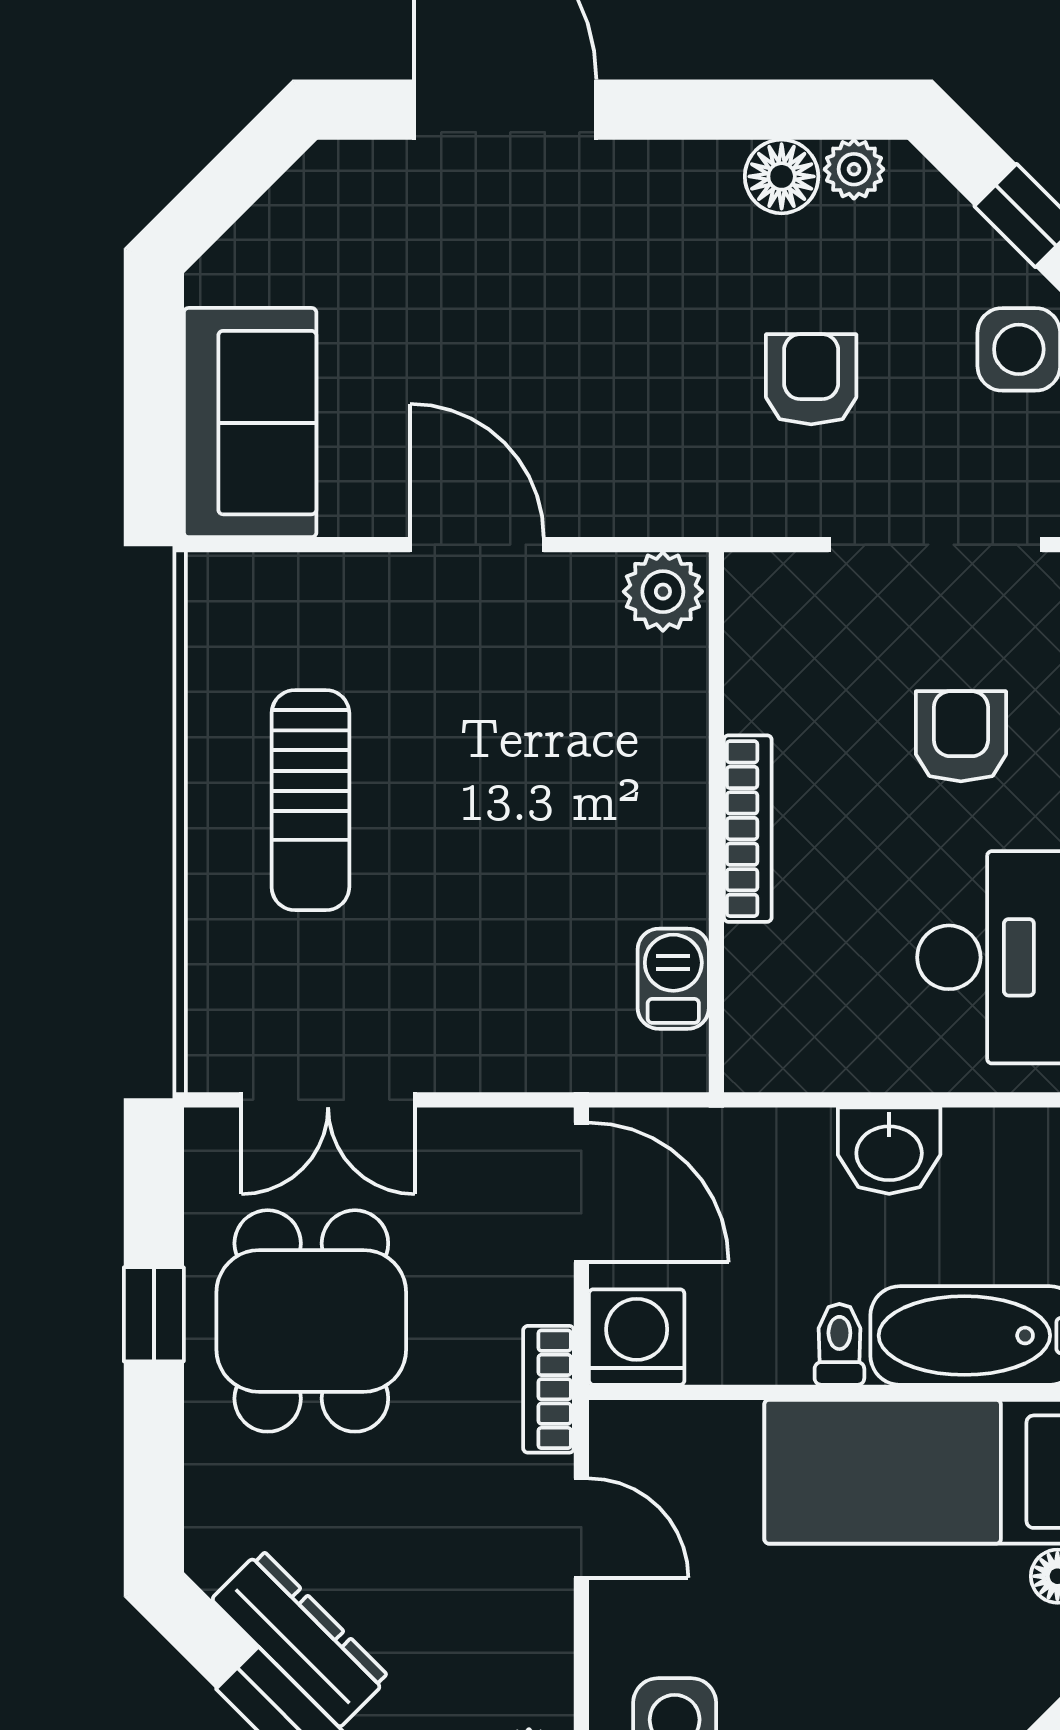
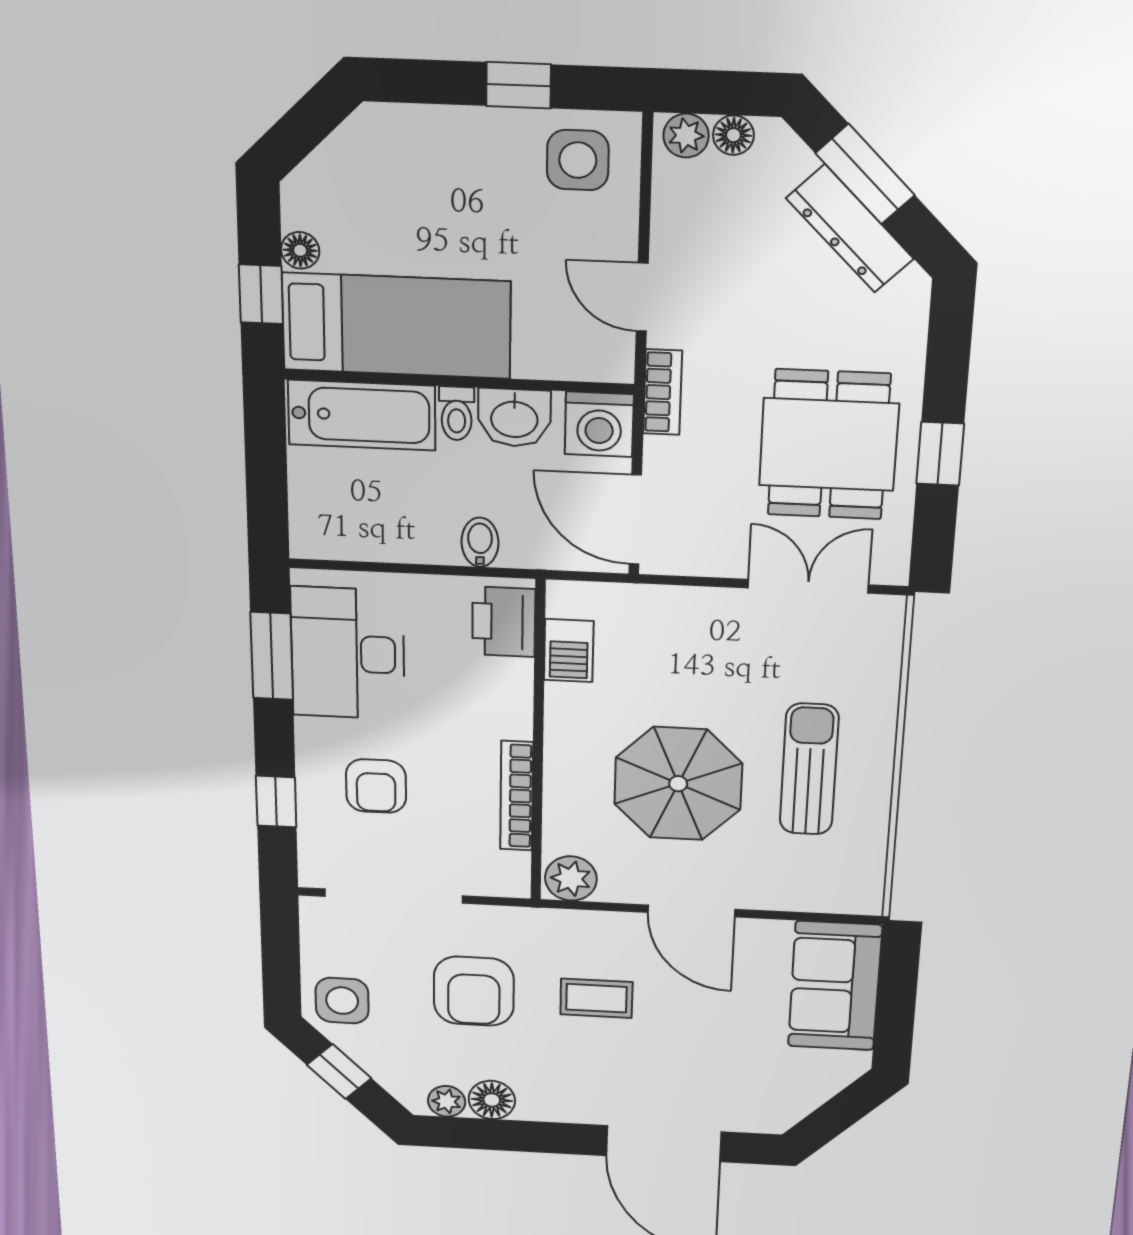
coffee table: (619, 378) -> (596, 998), added
armchair: (811, 379) -> (474, 991), width x1.38, depth x1.38
parasol: (505, 765) -> (678, 784), added
bookcase: (748, 829) -> (517, 796), moved
printer: (770, 1021) -> (504, 622), added
bidet: (805, 1146) -> (480, 542), added
washbasin: (889, 1151) -> (514, 418), moved, turned 180

